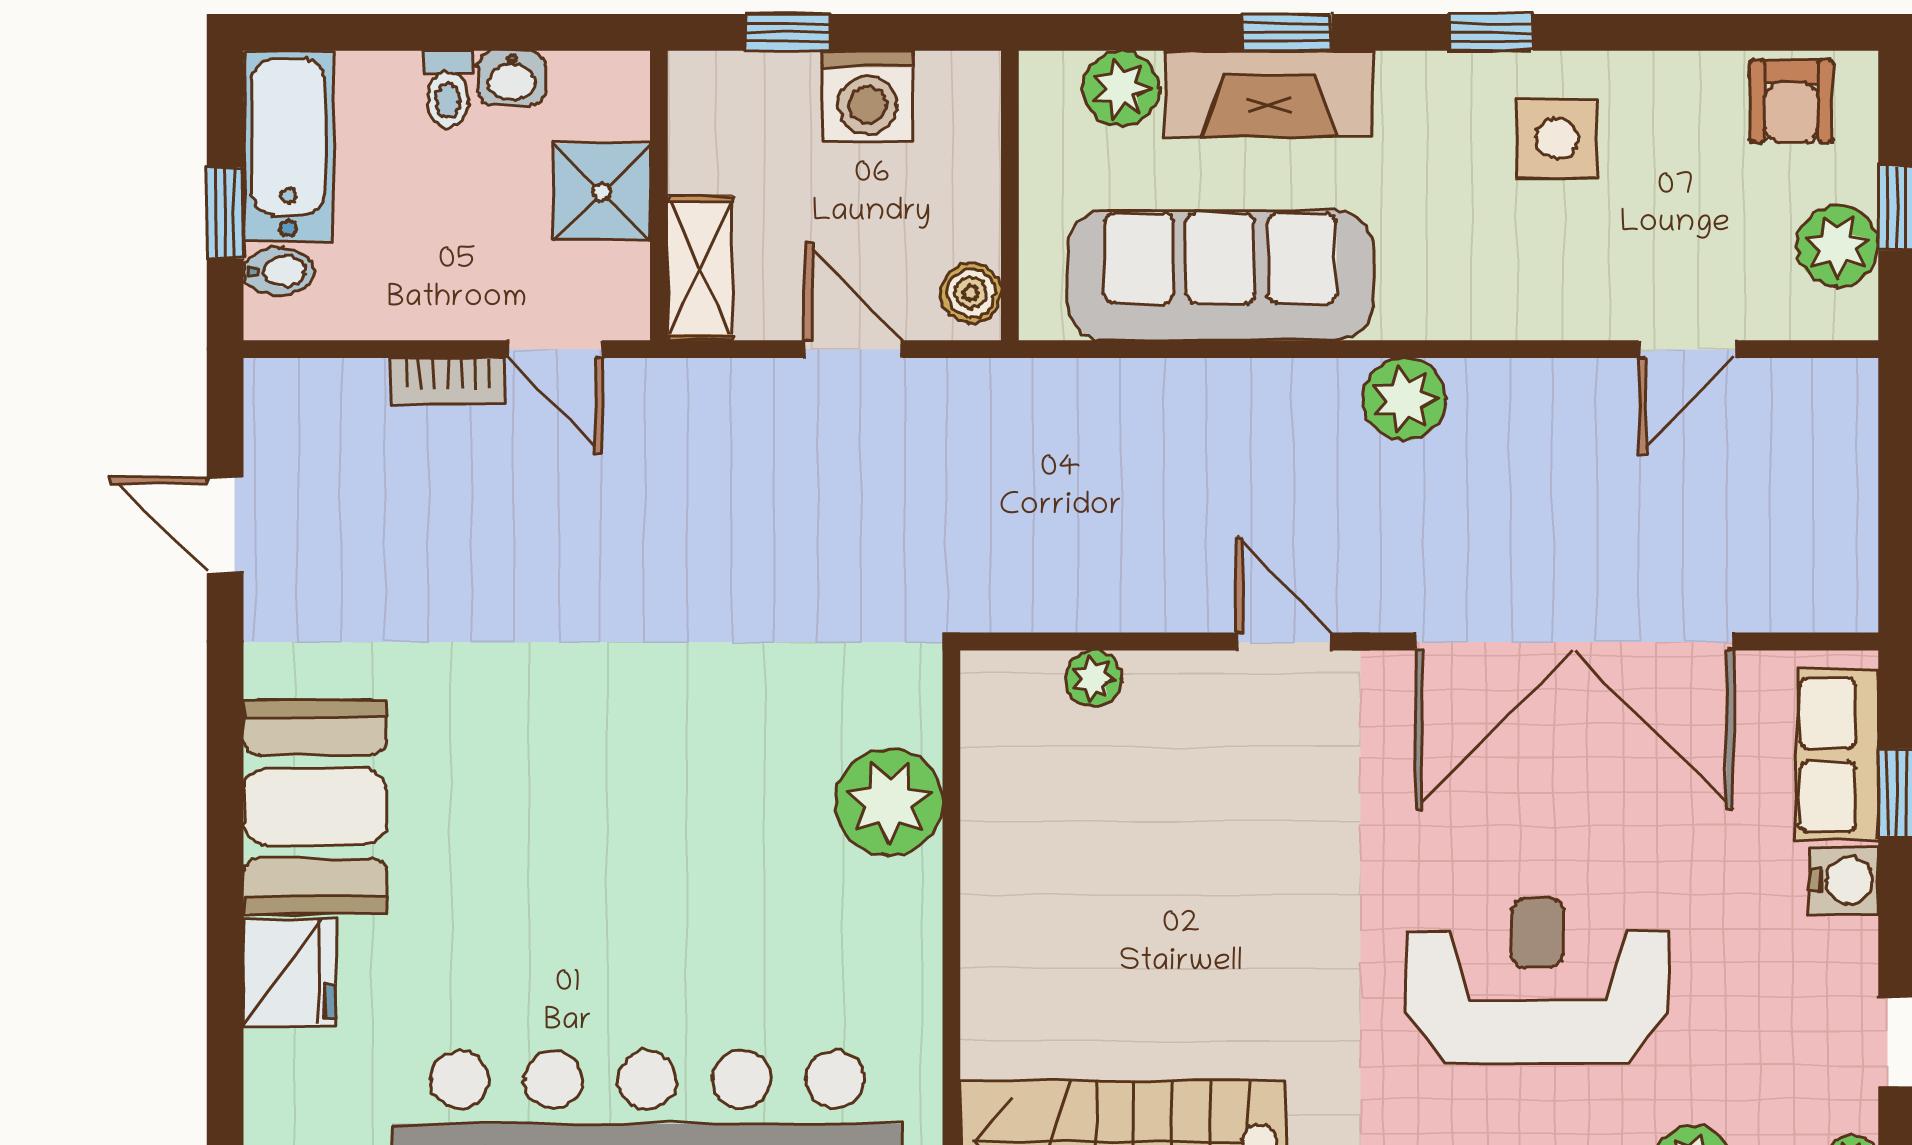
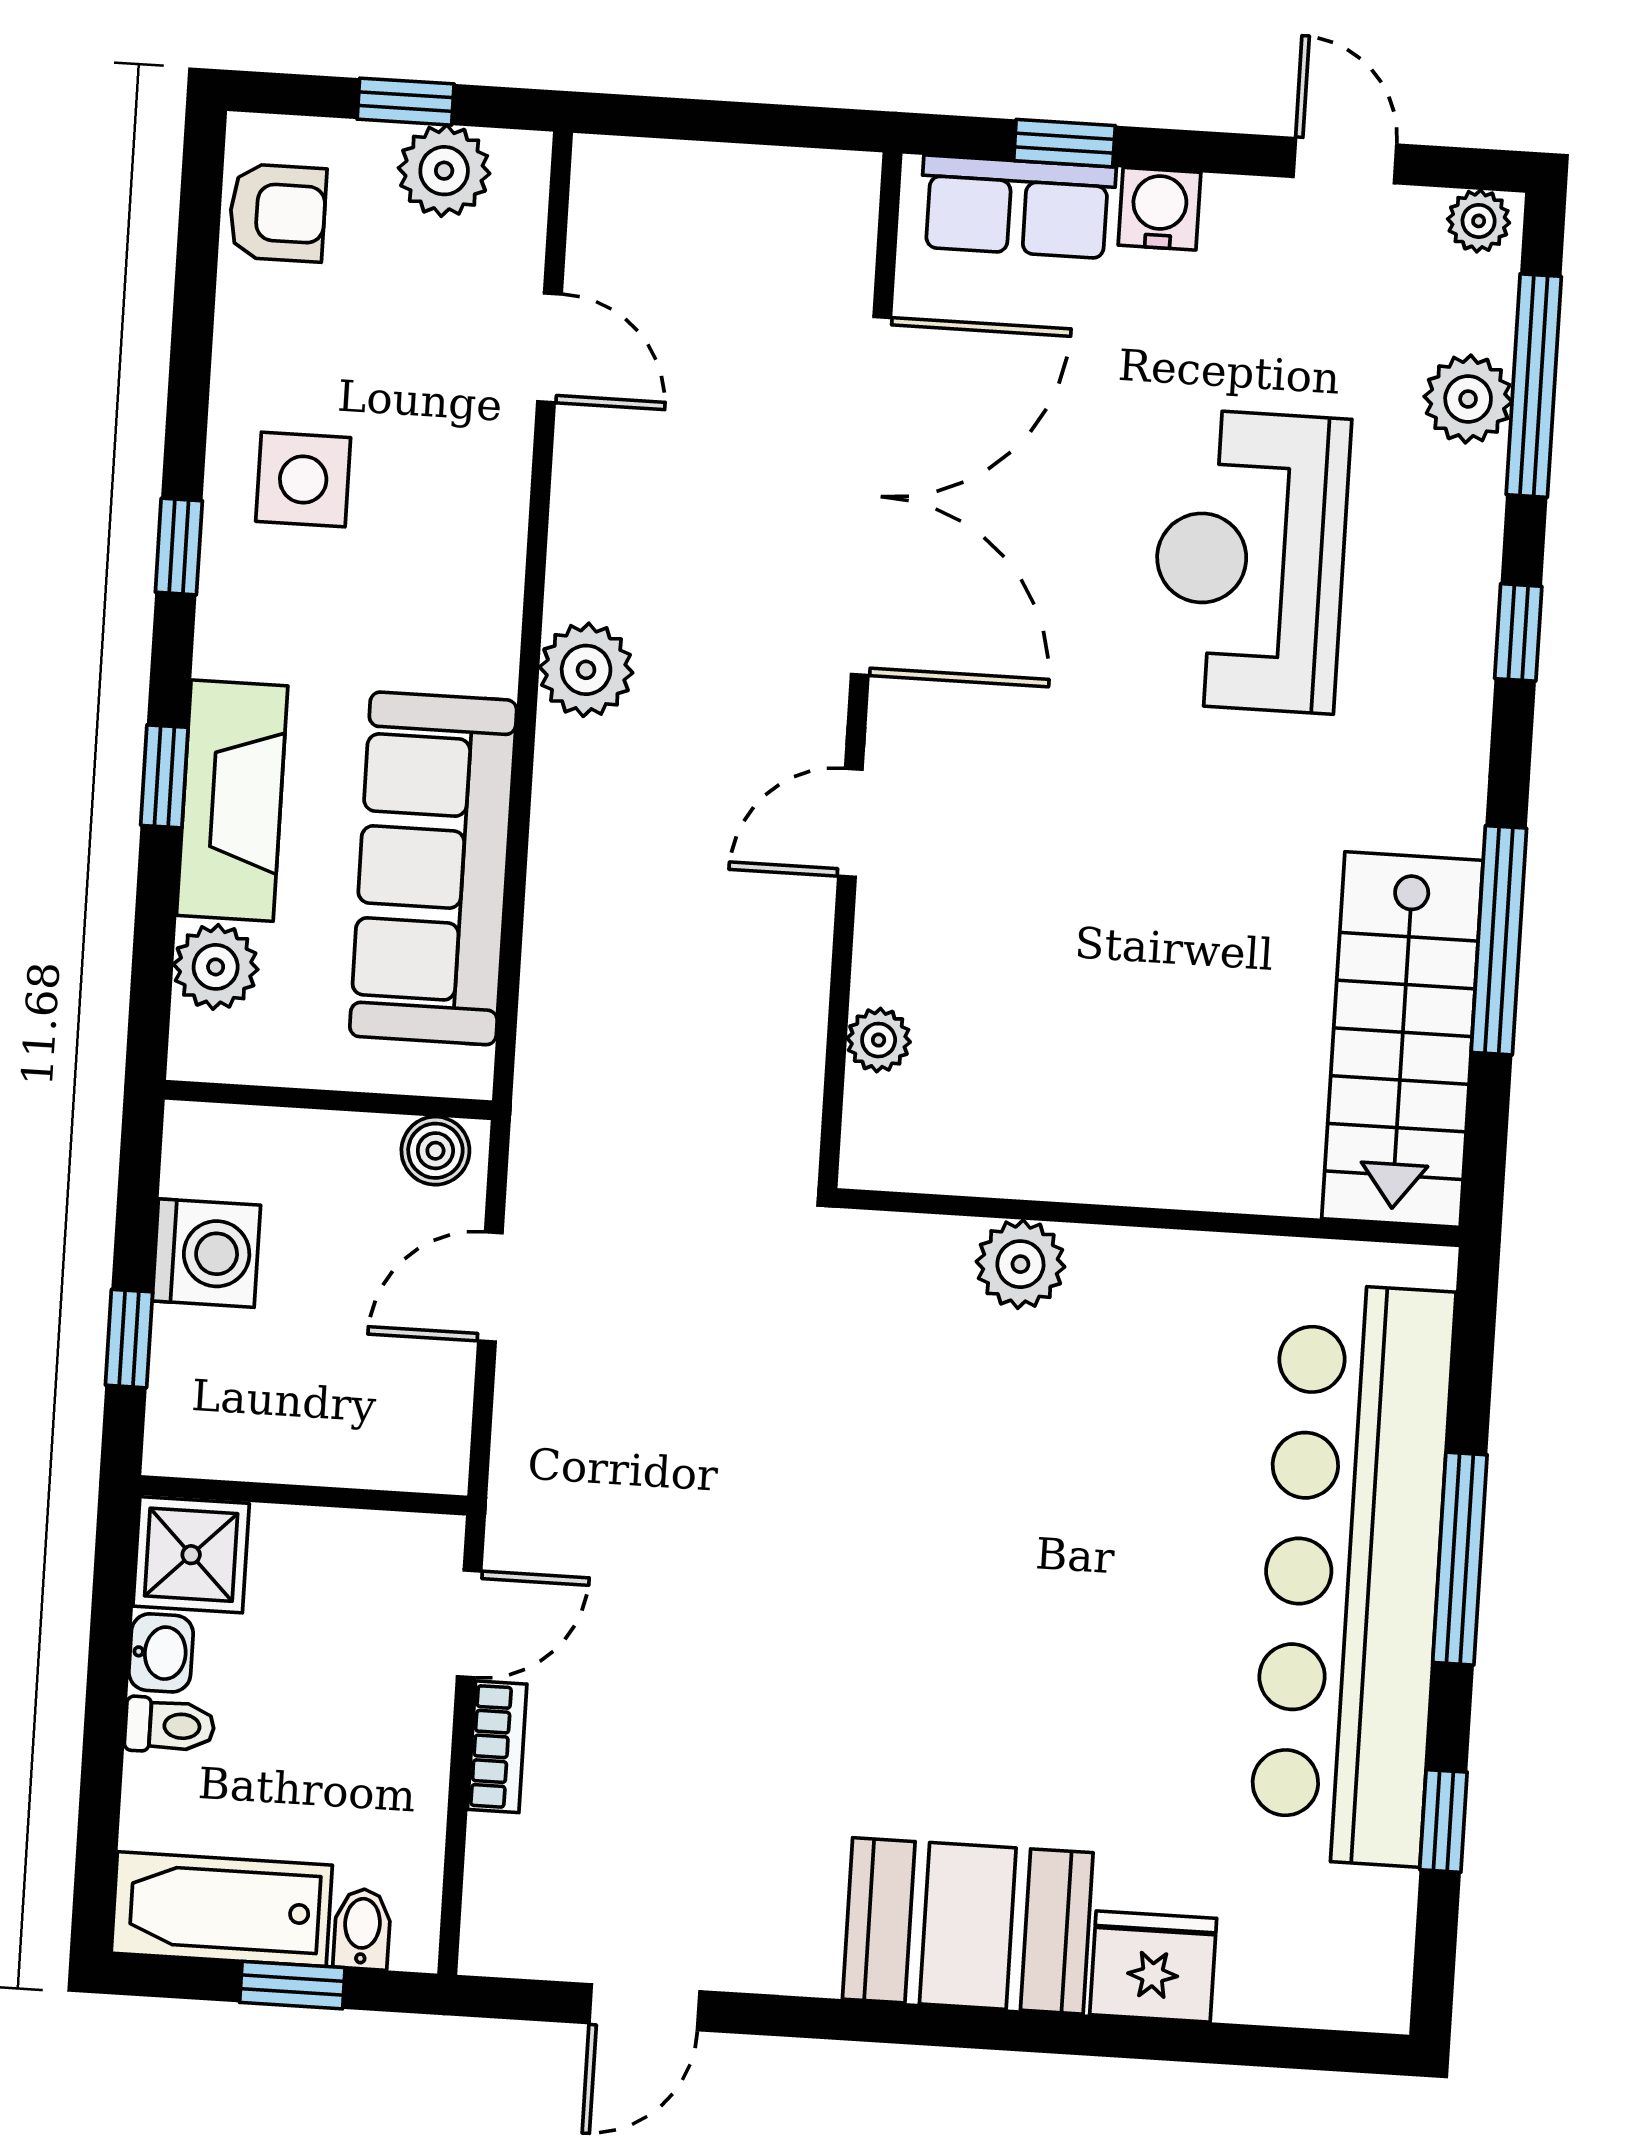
shower: (601, 192) -> (191, 1555), moved
shelving: (700, 268) -> (388, 1454), removed
plant: (889, 802) -> (1020, 1264), width x0.73, depth x0.73

